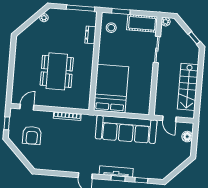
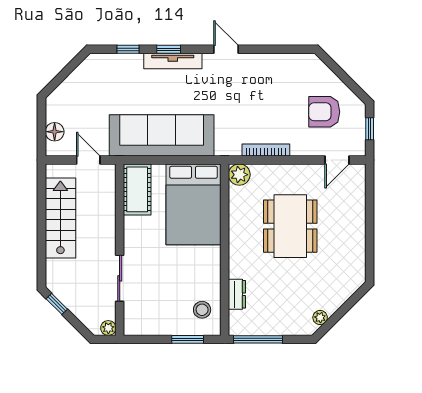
cot: (142, 23) -> (137, 189), moved, turned 90
plant: (84, 103) -> (239, 175), added
armchair: (32, 135) -> (324, 112), turned -90

